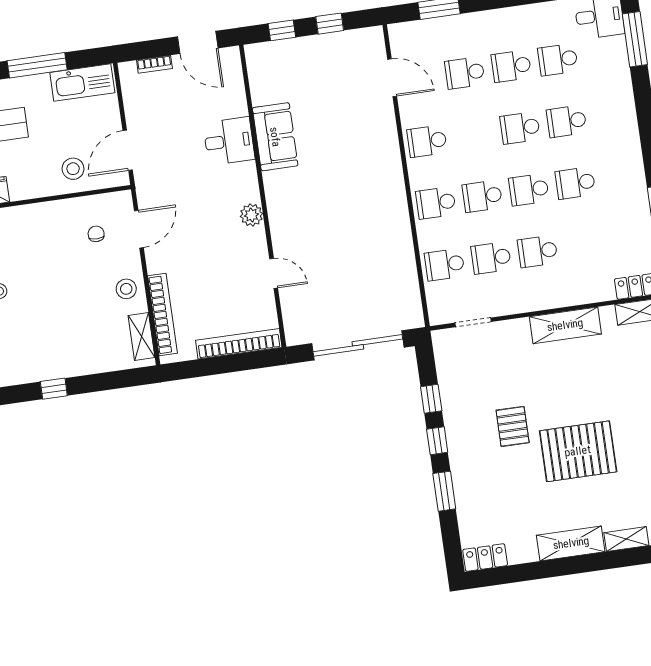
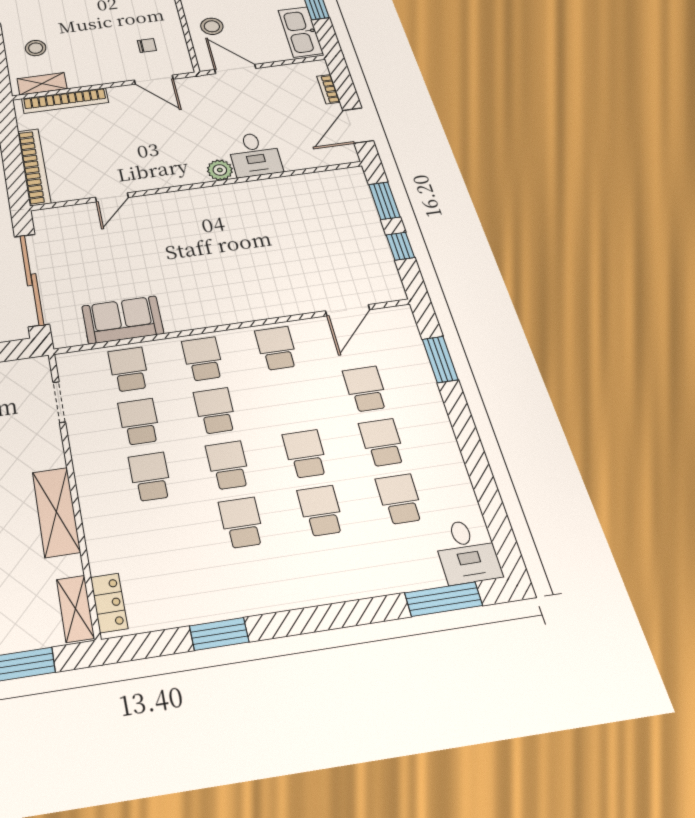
window: (282, 30) -> (384, 201), width x1.50
sofa: (275, 137) -> (123, 320), moved, turned 180
plant: (251, 215) -> (220, 170), moved
stool: (126, 289) -> (36, 48), moved

